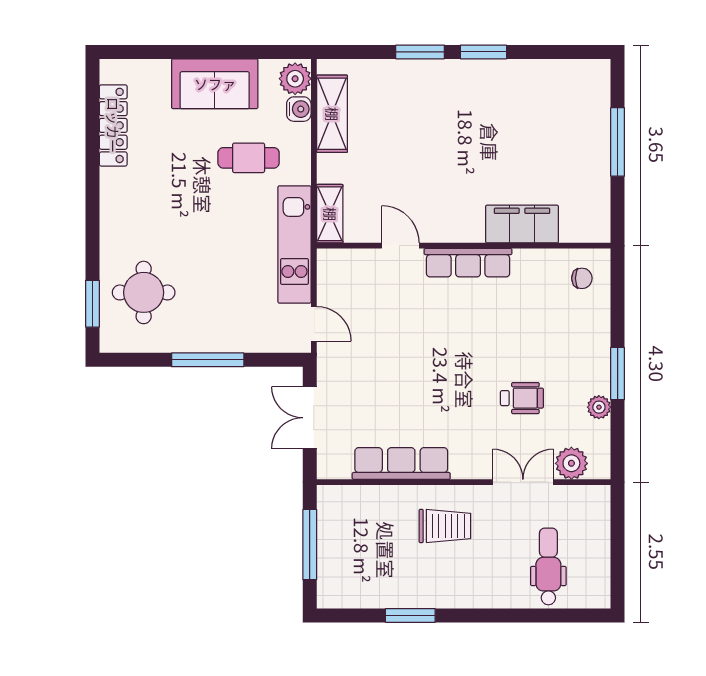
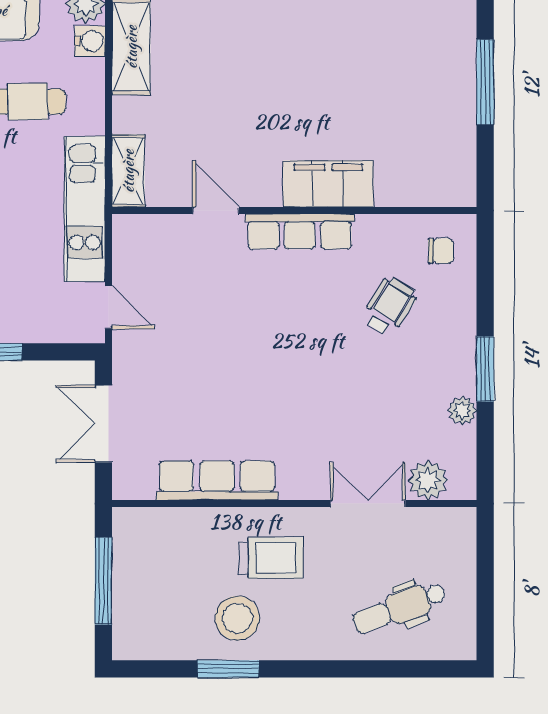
filing cabinet: (522, 224) -> (328, 184), moved
wheelchair: (522, 398) -> (389, 306), moved, turned -58
dental chair: (548, 566) -> (399, 608), turned -111
stool: (418, 575) -> (237, 618), added

